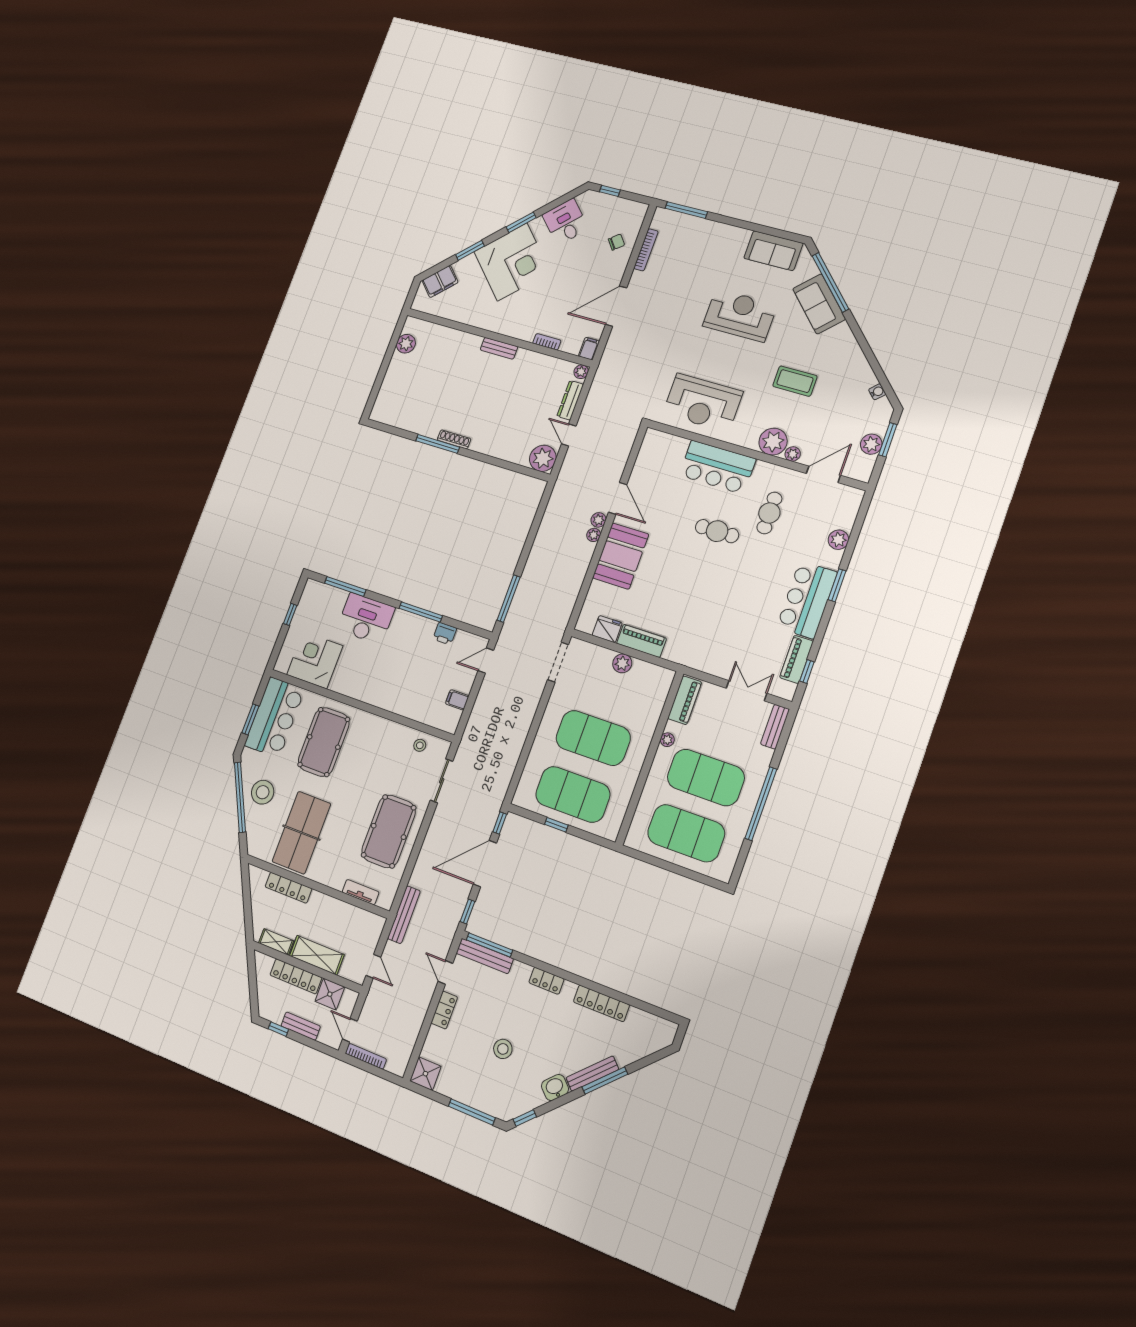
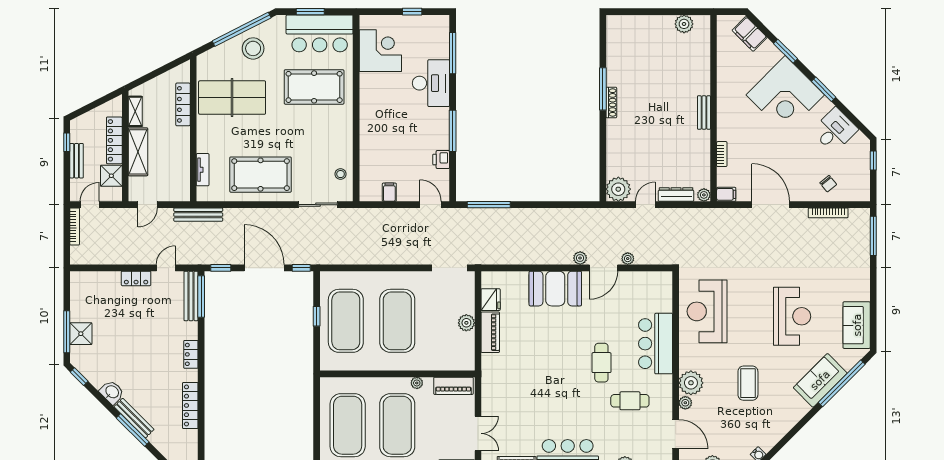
plant: (594, 535) -> (628, 259), moved
stool: (503, 1049) -> (125, 339), removed
shower: (425, 1074) -> (81, 334), moved

